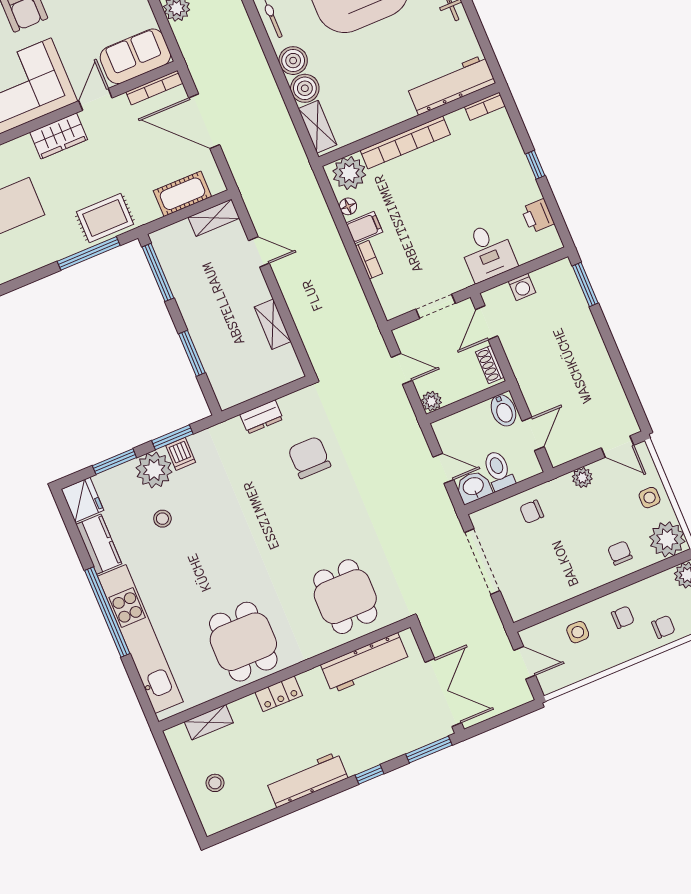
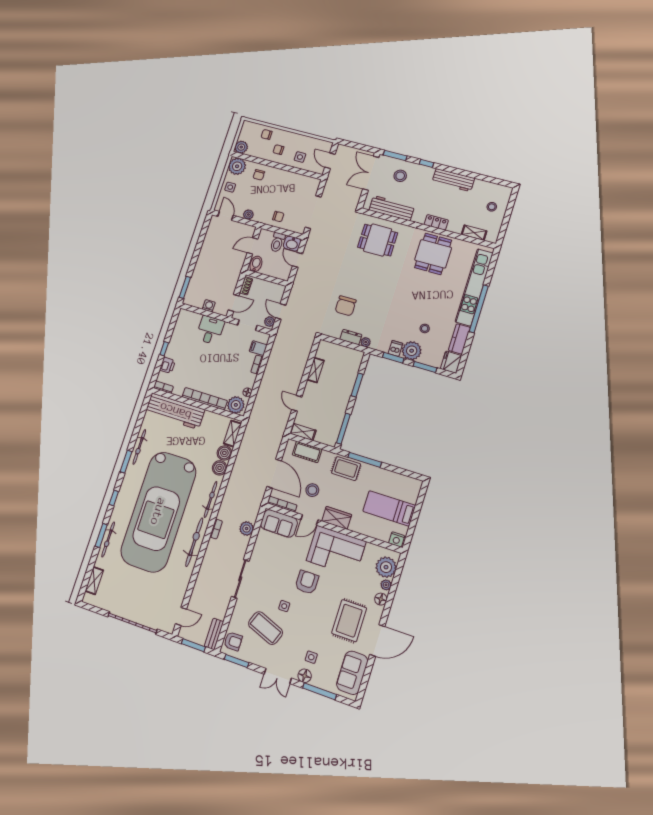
workbench: (451, 85) -> (175, 411), width x1.36, depth x1.32
stool: (128, 145) -> (312, 490), added
printer: (538, 216) -> (167, 365), moved
filing cabinet: (364, 228) -> (258, 348), moved
plant: (431, 401) -> (270, 322), moved
plant: (233, 427) -> (366, 342), added
dining table: (345, 597) -> (378, 240), turned 90
stool: (394, 724) -> (400, 176), added

